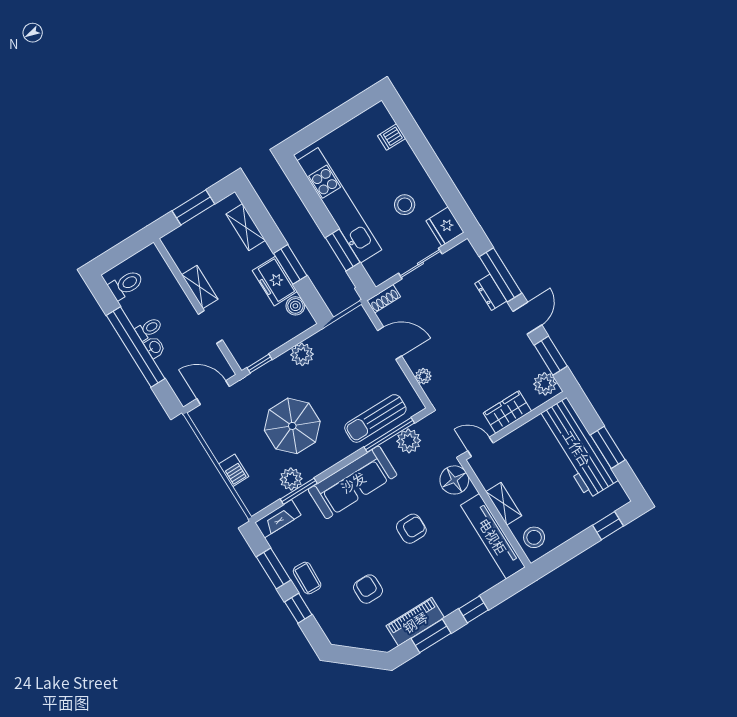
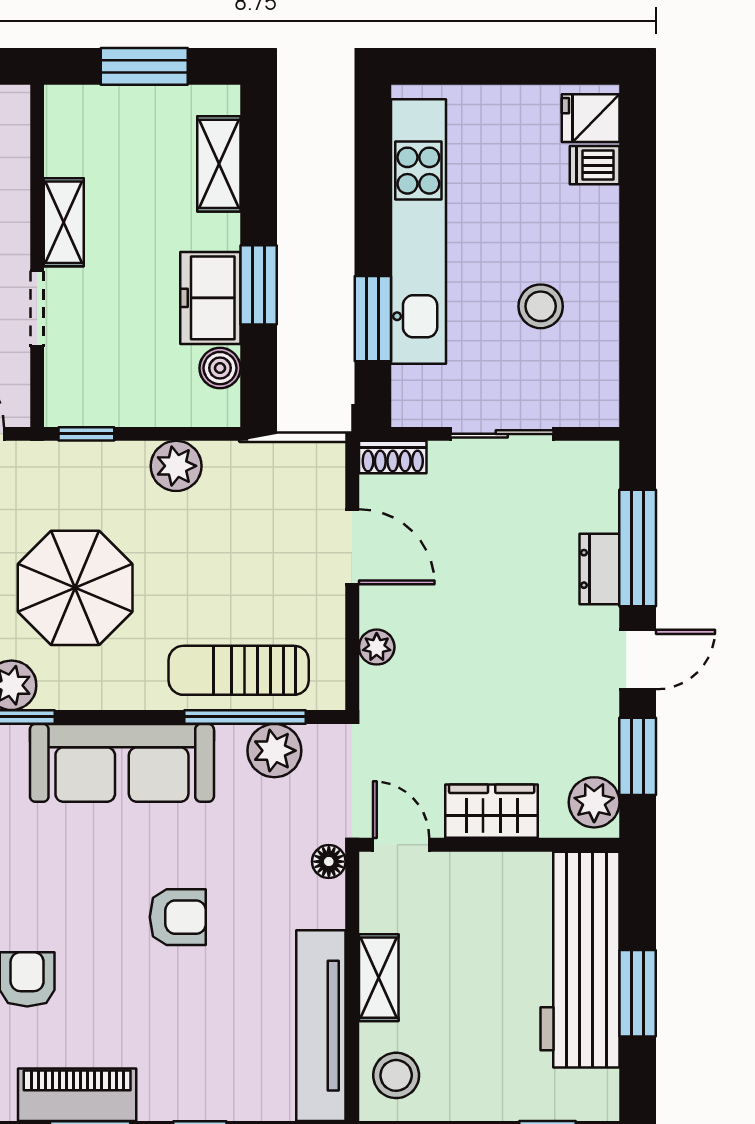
fridge: (445, 227) -> (591, 118), moved, width x0.72
floor lamp: (454, 480) -> (329, 862), width x0.53, depth x0.53

